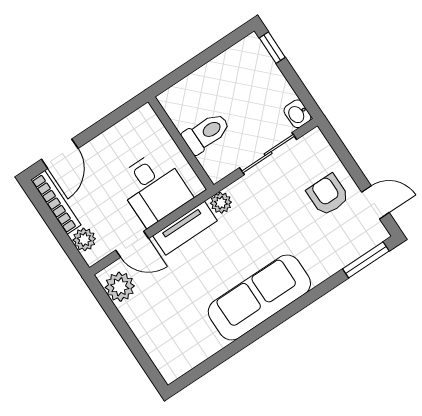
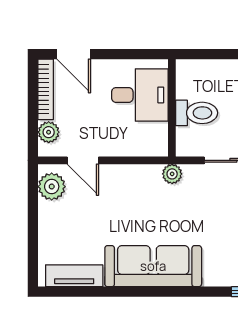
door: (60, 154) -> (74, 54), hinge flipped
desk: (154, 188) -> (140, 95), moved, turned -90
tv unit: (185, 228) -> (74, 276), moved, turned 180

